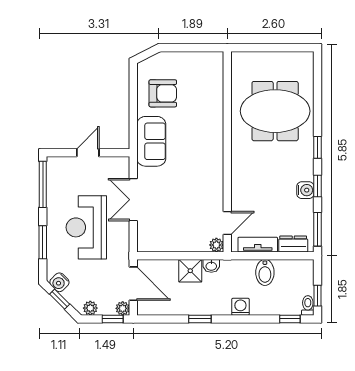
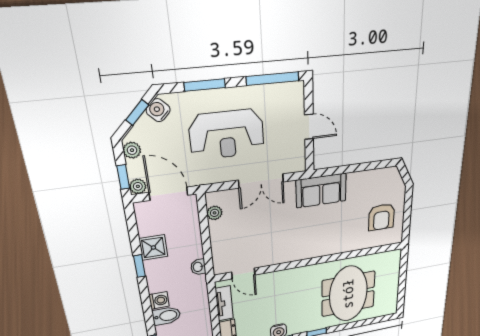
armchair: (163, 93) -> (381, 217), moved
double door: (133, 200) -> (261, 181), swing flipped
reception desk: (86, 227) -> (227, 134), turned 180
plant: (216, 245) -> (215, 213), moved
shower: (190, 271) -> (153, 248), moved
bidet: (265, 272) -> (166, 316), moved, turned 180
door: (133, 284) -> (168, 194), swing flipped

